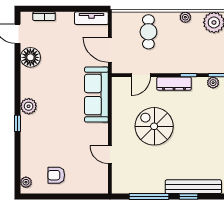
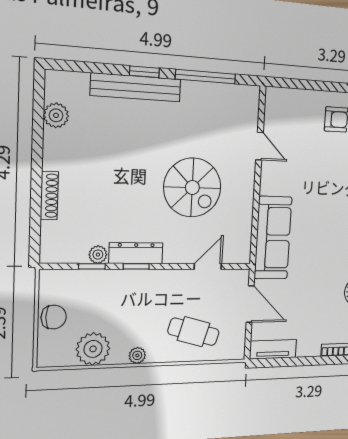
cafe table: (148, 32) -> (194, 332), turned -74
dresser: (174, 84) -> (136, 253), moved

